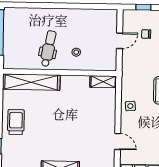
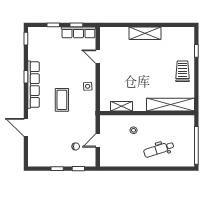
dental chair: (48, 49) -> (159, 149), moved, turned 61
shelving: (103, 82) -> (122, 106), moved
trolley: (16, 122) -> (183, 71), turned 180

